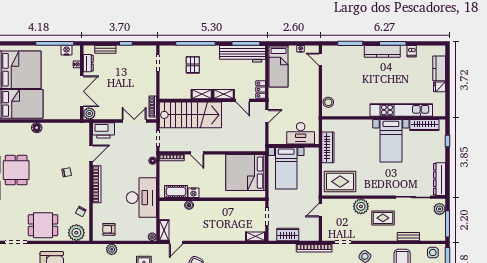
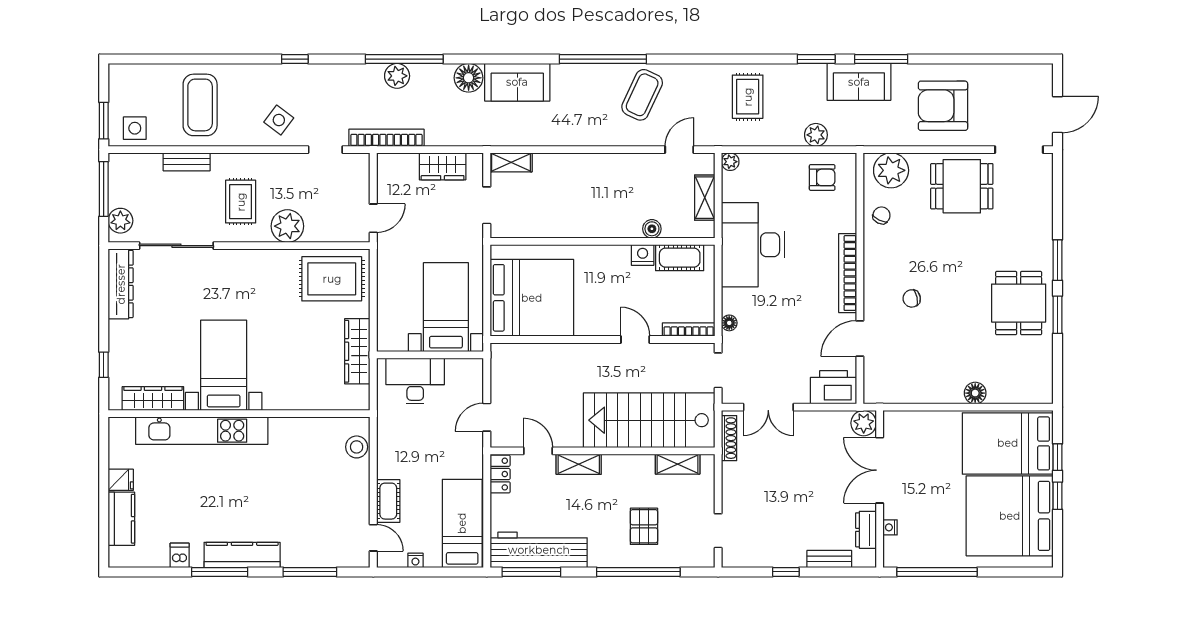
nightstand: (67, 50) -> (912, 557), removed
cot: (313, 77) -> (388, 501), added
shelving: (202, 94) -> (678, 464), moved
rug: (383, 218) -> (241, 202), turned 90
shelving: (164, 230) -> (705, 198), moved

